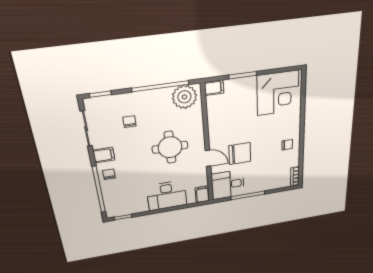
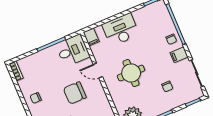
chair: (240, 154) -> (75, 93), moved

